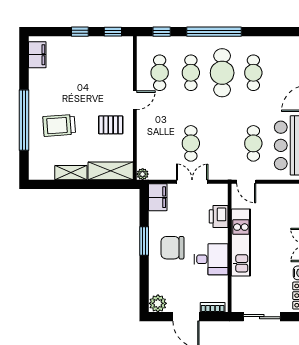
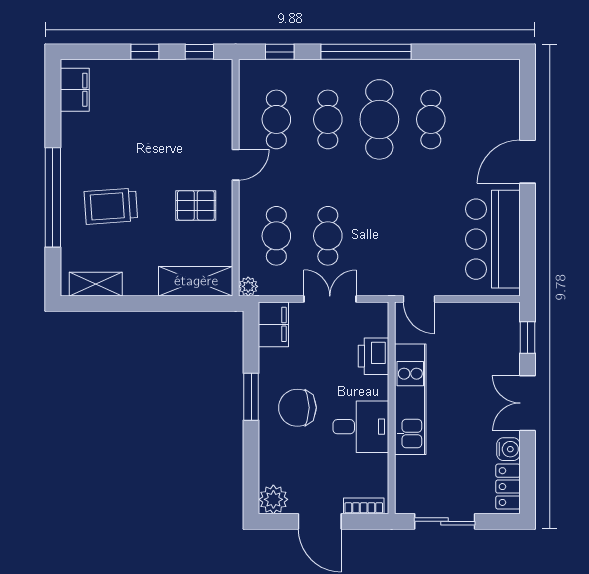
cafe table: (253, 143) -> (276, 236), moved
shelving: (71, 173) -> (96, 284), moved

